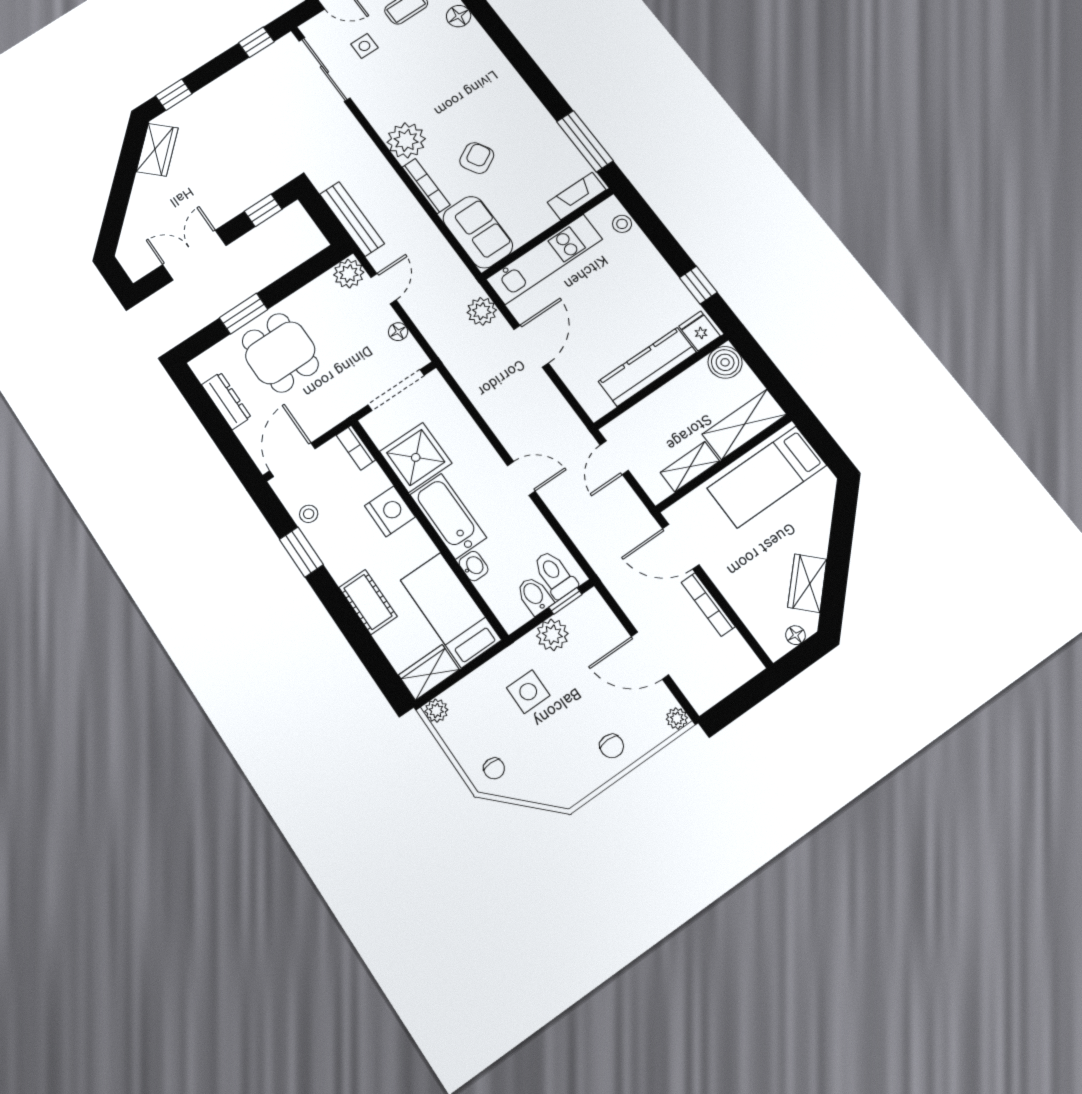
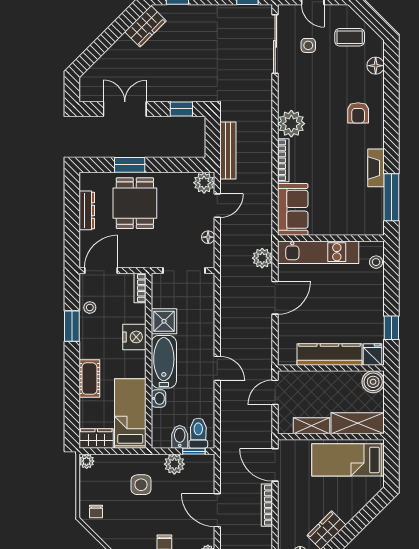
armchair: (477, 158) -> (358, 113), moved, turned 119
fireplace: (577, 196) -> (376, 168), moved, turned -90
shower: (416, 457) -> (164, 321), width x0.73, depth x0.73

